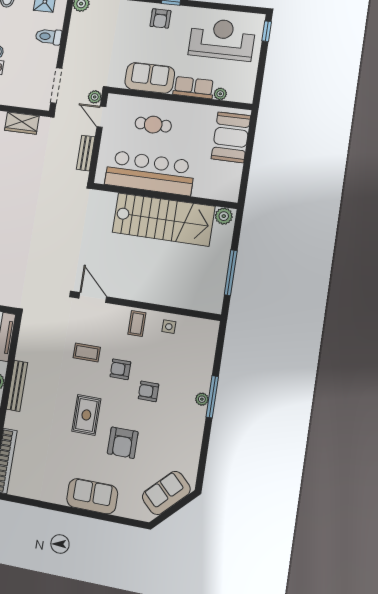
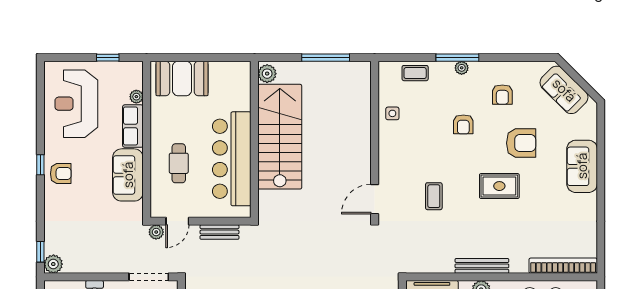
window: (267, 31) -> (108, 58), moved
coffee table: (137, 324) -> (415, 73), moved
armchair: (120, 369) -> (502, 95), moved

